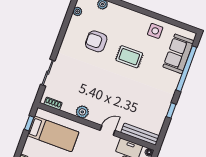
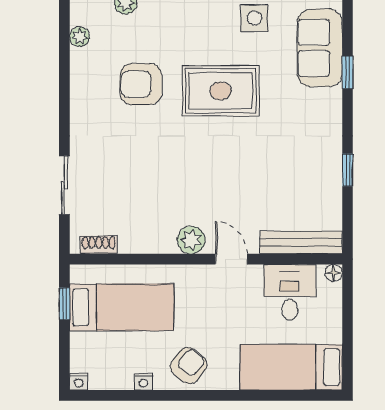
rug: (129, 57) -> (221, 91), width x1.36, depth x1.43
window: (186, 69) -> (348, 73), width x0.32
plant: (82, 112) -> (191, 240), moved
door: (108, 130) -> (231, 259), hinge flipped

